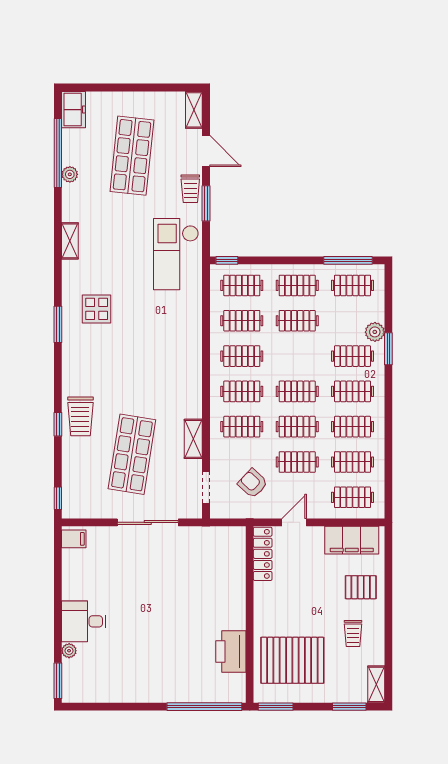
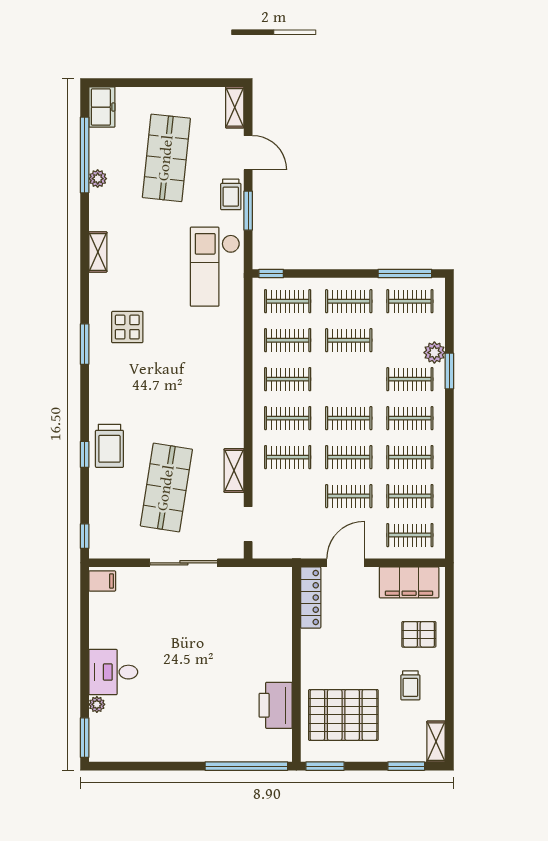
armchair: (253, 483) -> (300, 520), removed
door: (294, 522) -> (345, 563), width x1.38

